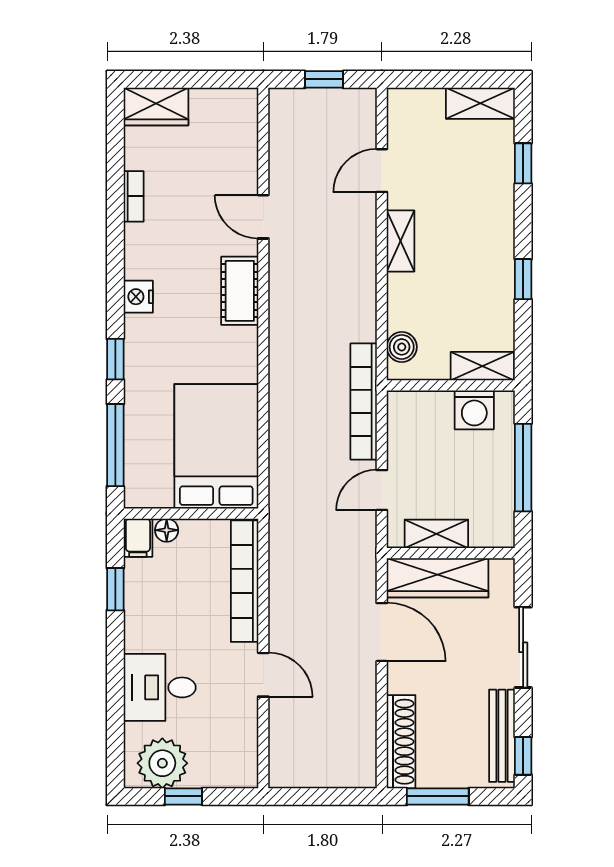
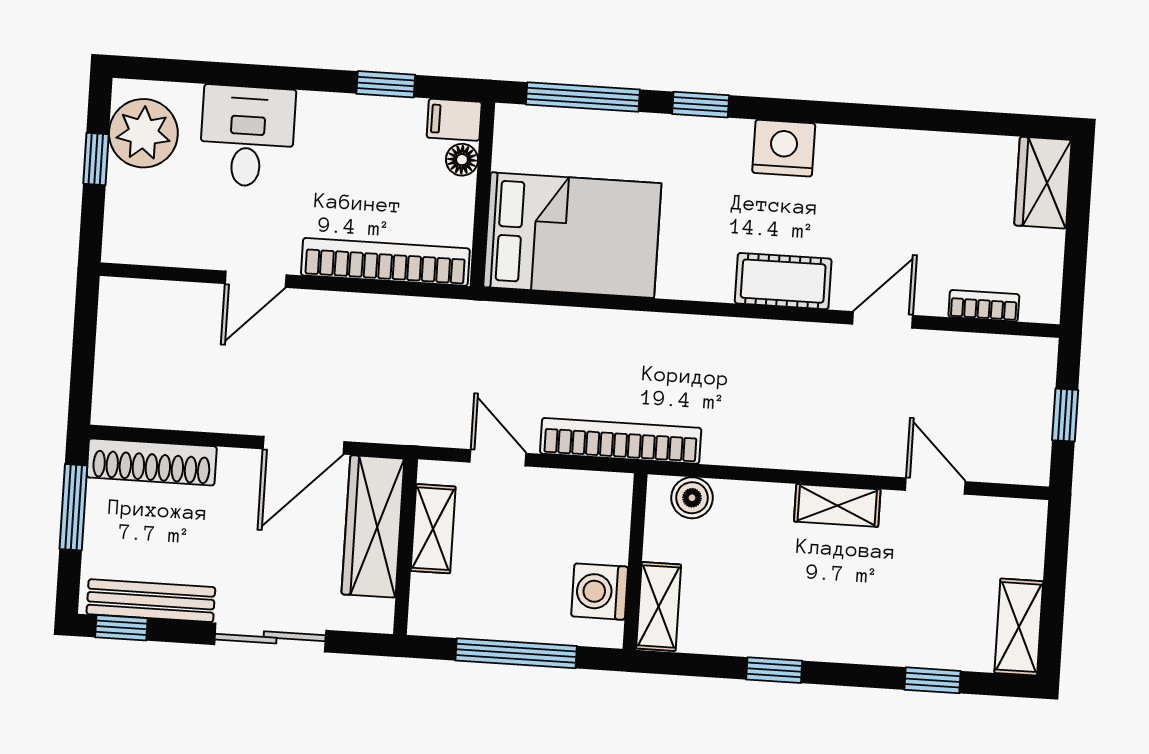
bookcase: (134, 196) -> (984, 306), moved, turned 180
nightstand: (138, 297) -> (784, 148), width x1.36, depth x1.33

